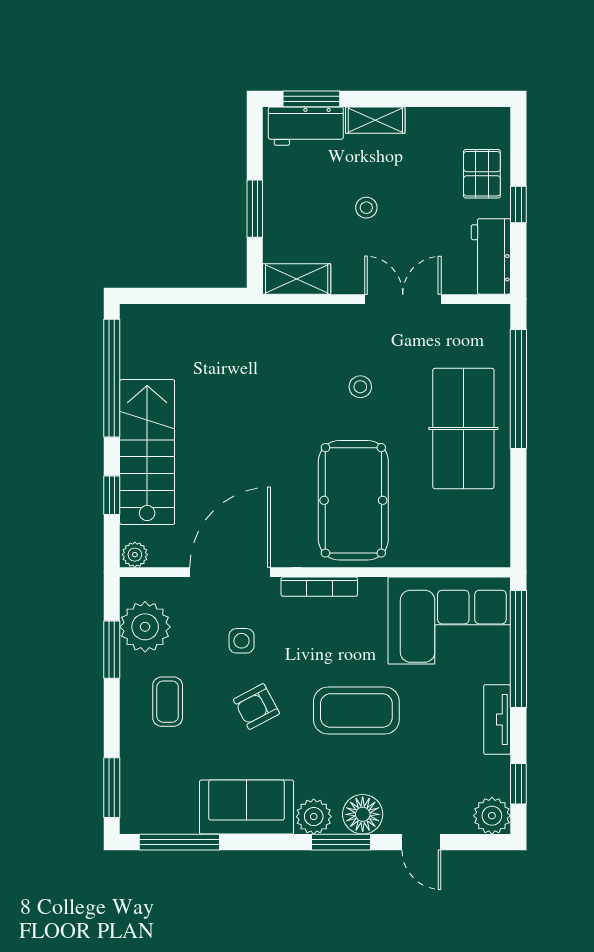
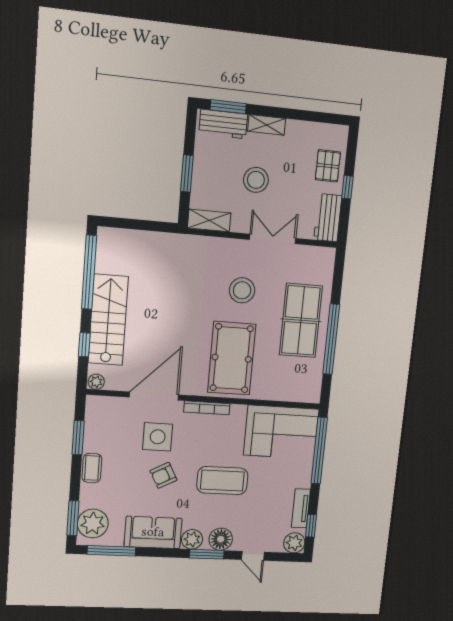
stool: (366, 208) -> (256, 180), width x1.89, depth x1.89
stool: (360, 387) -> (242, 290), width x1.89, depth x1.89
window: (518, 389) -> (331, 339), moved
plant: (145, 627) -> (93, 523), moved
side table: (242, 641) -> (158, 437), width x1.87, depth x1.87
coffee table: (168, 702) -> (92, 468), moved
tv unit: (497, 720) -> (301, 508), moved

